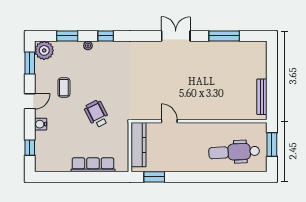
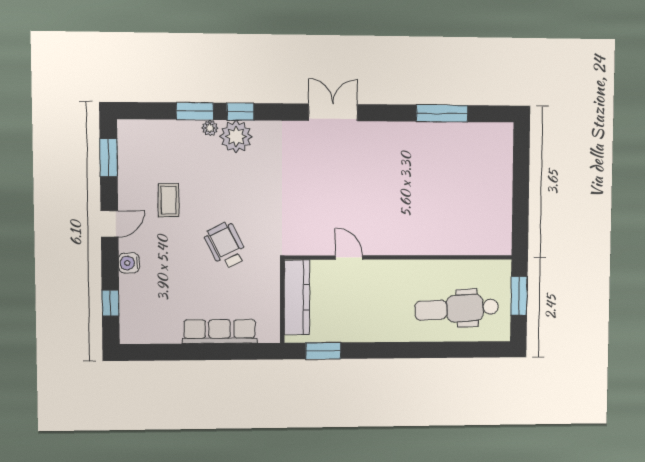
window: (67, 36) -> (195, 111), moved
double door: (176, 36) -> (333, 112), moved
plant: (44, 50) -> (236, 137), moved
bench: (262, 97) -> (504, 216), removed

